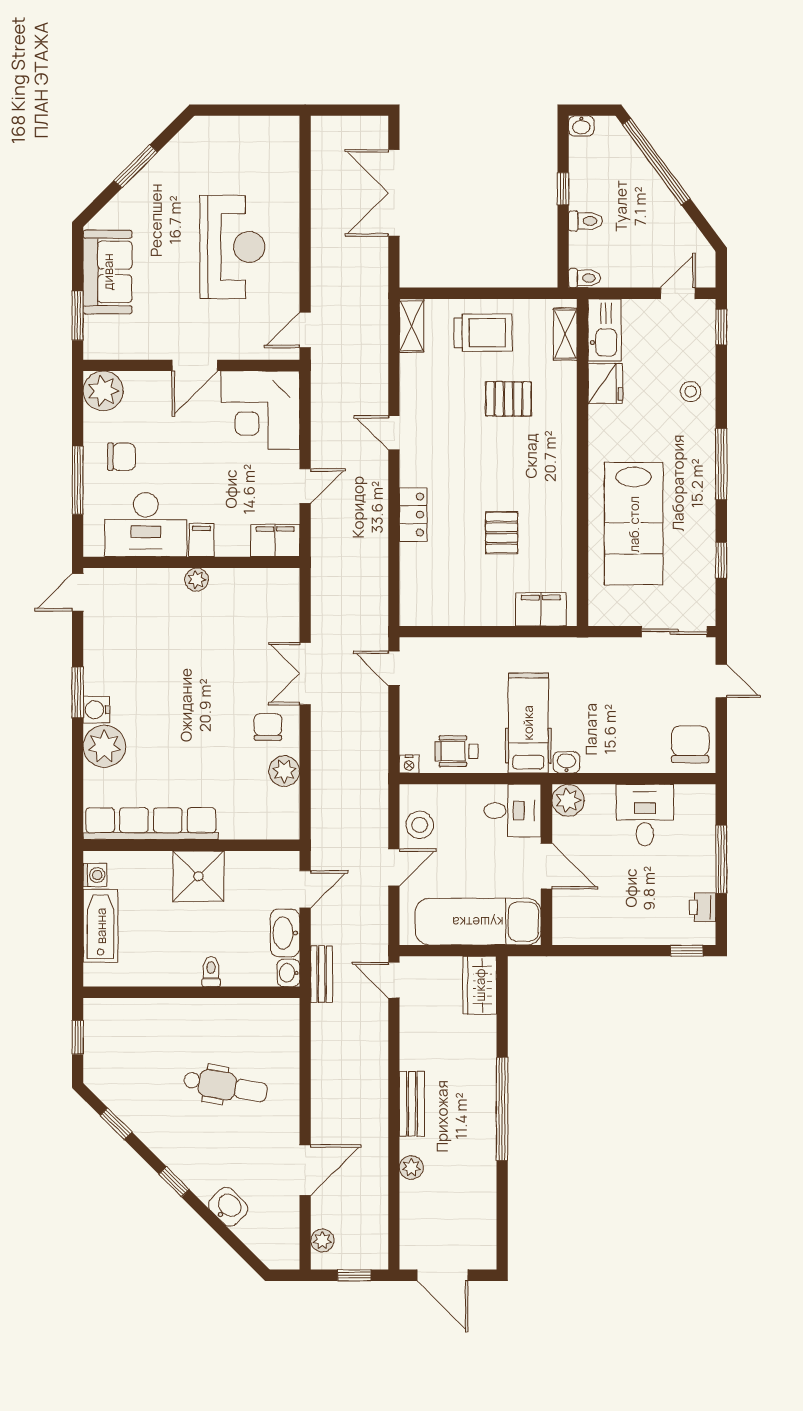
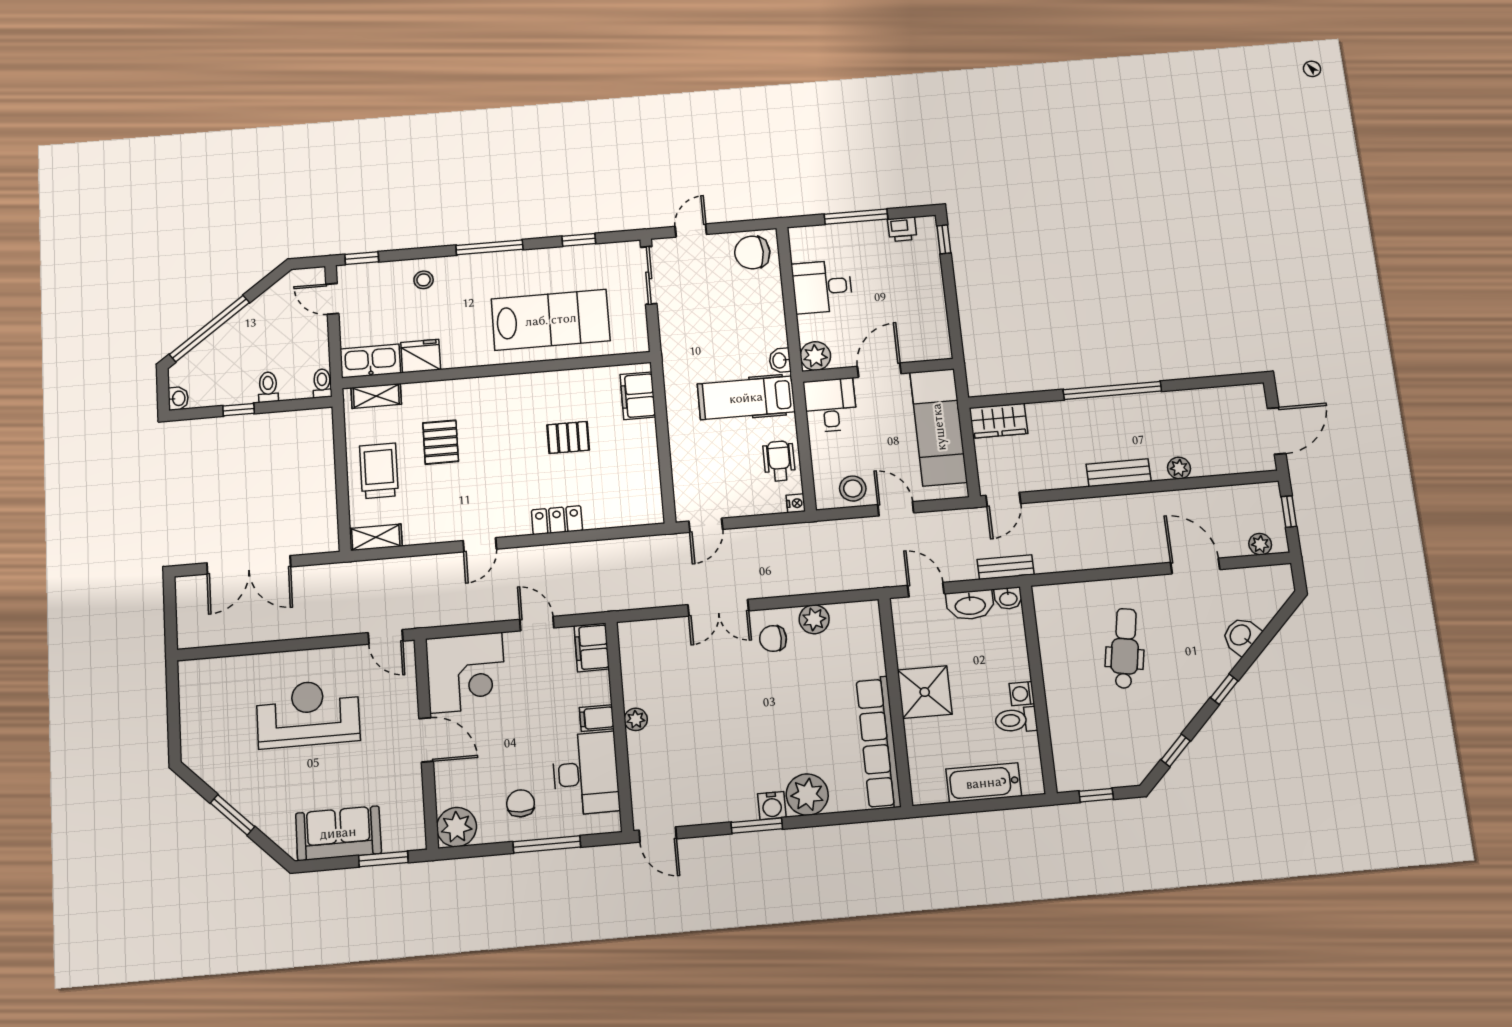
wheelchair: (456, 751) -> (779, 461), turned 180
washing machine: (95, 875) -> (1022, 694), moved, turned -90
toilet: (211, 972) -> (1016, 720), moved, width x1.37, depth x1.39

